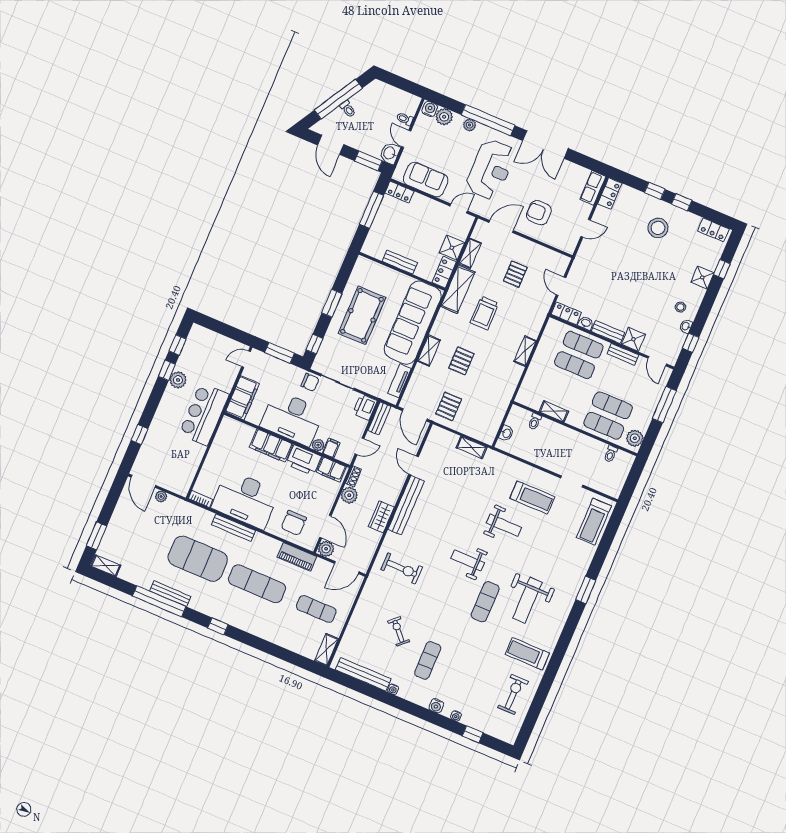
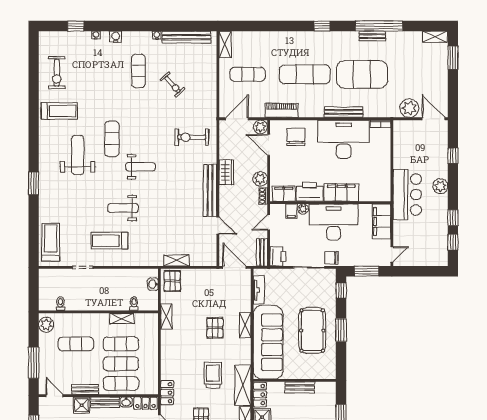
locker: (539, 315) -> (167, 393), added
shelving: (525, 351) -> (166, 316), moved
plant: (178, 380) -> (440, 186), moved
pallet: (449, 406) -> (172, 281), moved
exercise mat: (604, 426) -> (121, 344), moved
plant: (161, 496) -> (409, 108), width x1.88, depth x1.88
bench: (170, 594) -> (372, 36), width x0.73

